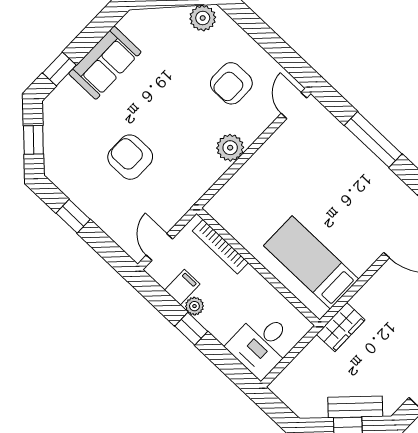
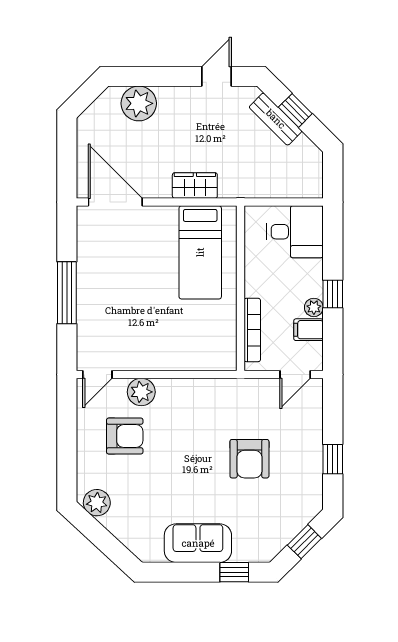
plant: (230, 148) -> (141, 392), moved
wardrobe: (341, 327) -> (195, 186), moved

